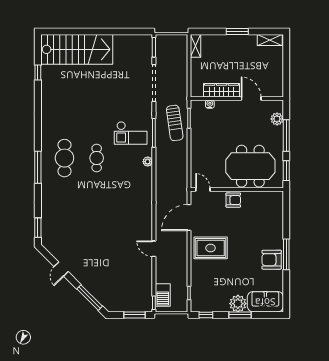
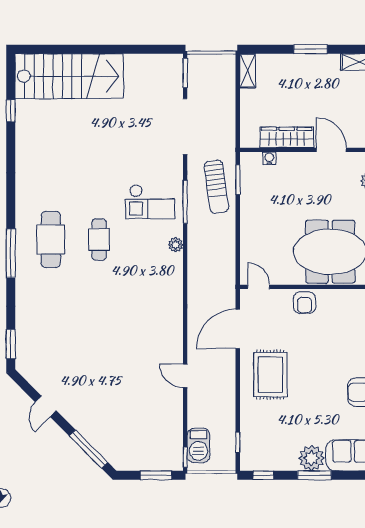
armchair: (233, 200) -> (304, 303), turned 90
rug: (211, 248) -> (270, 375), turned 90

